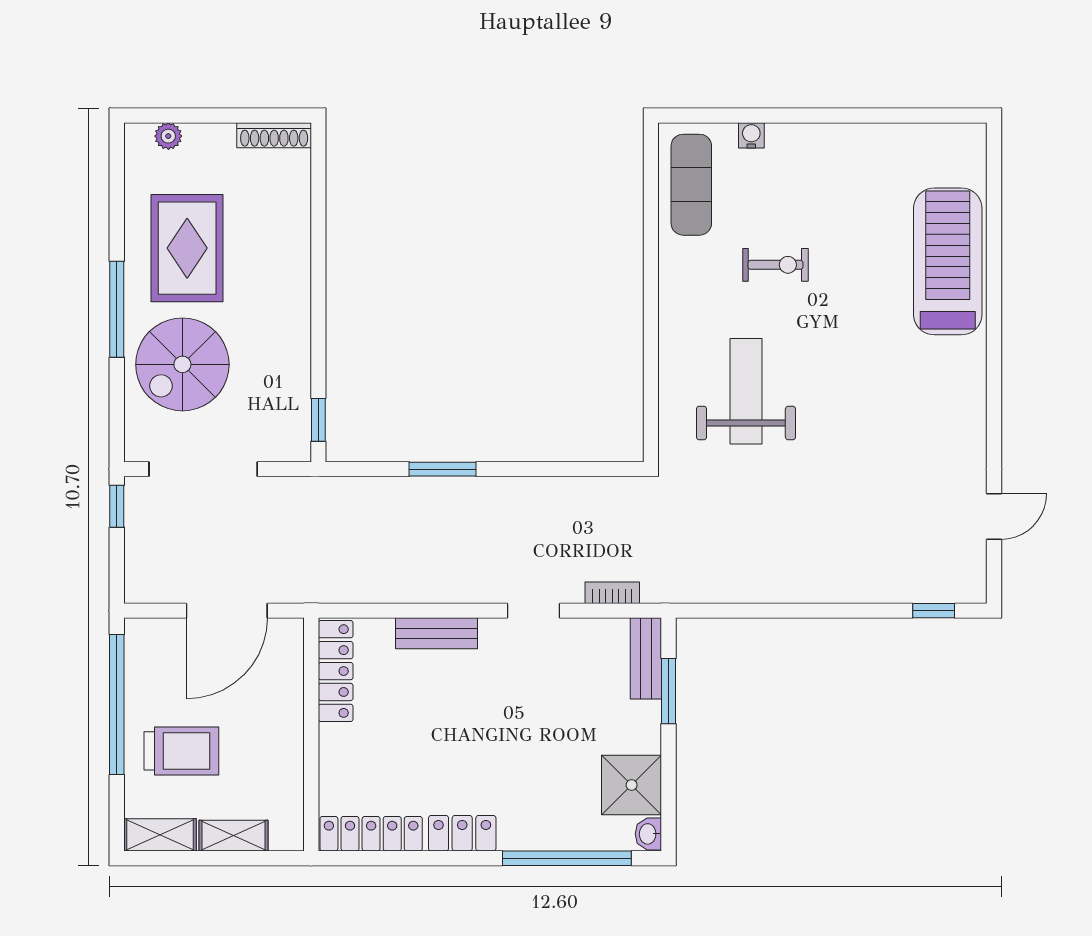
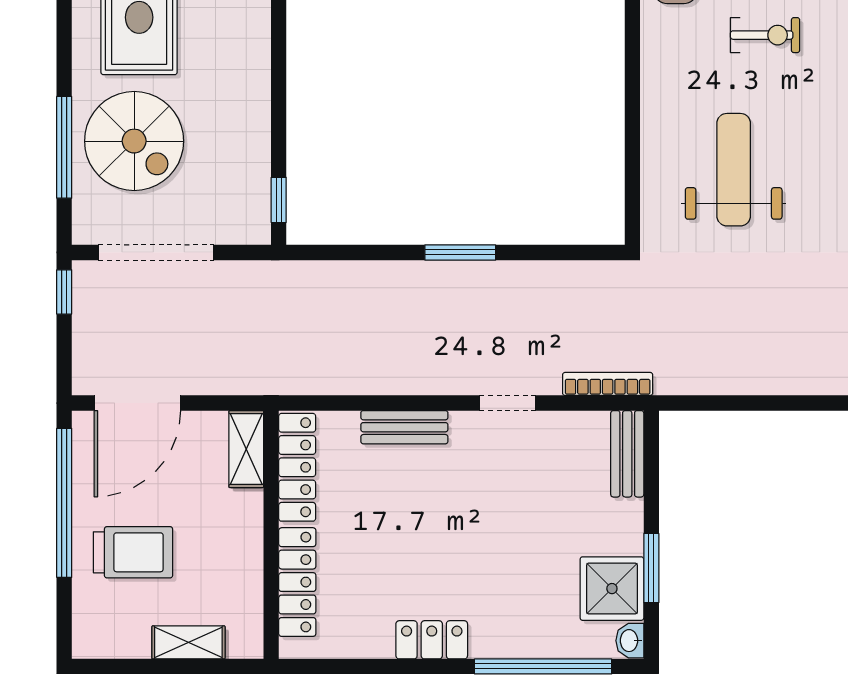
window: (117, 309) -> (64, 147), moved
spiral stairs: (182, 364) -> (134, 141), turned -90
window: (443, 469) -> (460, 252), moved
bookcase: (612, 593) -> (608, 384), width x1.56
door: (227, 611) -> (137, 403), moved
window: (669, 691) -> (651, 568), moved
locker: (371, 834) -> (297, 582), moved, turned 90
shelving: (160, 835) -> (246, 449), moved, turned 90

